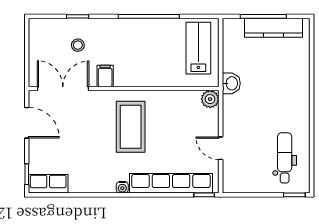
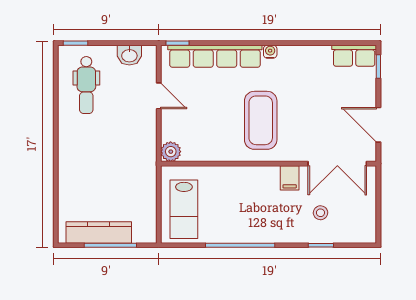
washbasin: (231, 83) -> (129, 55), moved, turned -90

